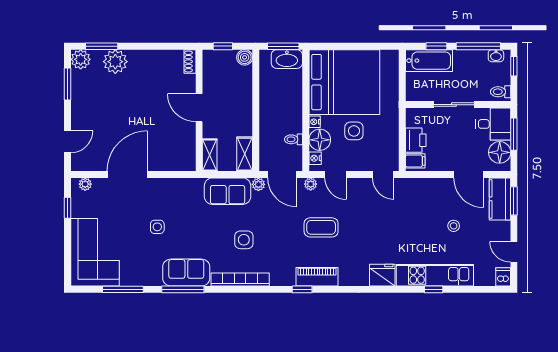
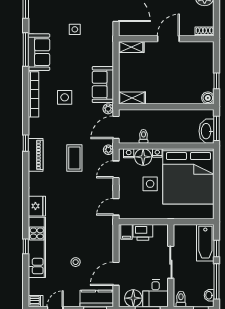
shoe rack: (190, 61) -> (205, 32), moved
door: (199, 108) -> (168, 39), moved
wall: (199, 110) -> (166, 39), moved
shelving: (210, 155) -> (131, 47), moved

